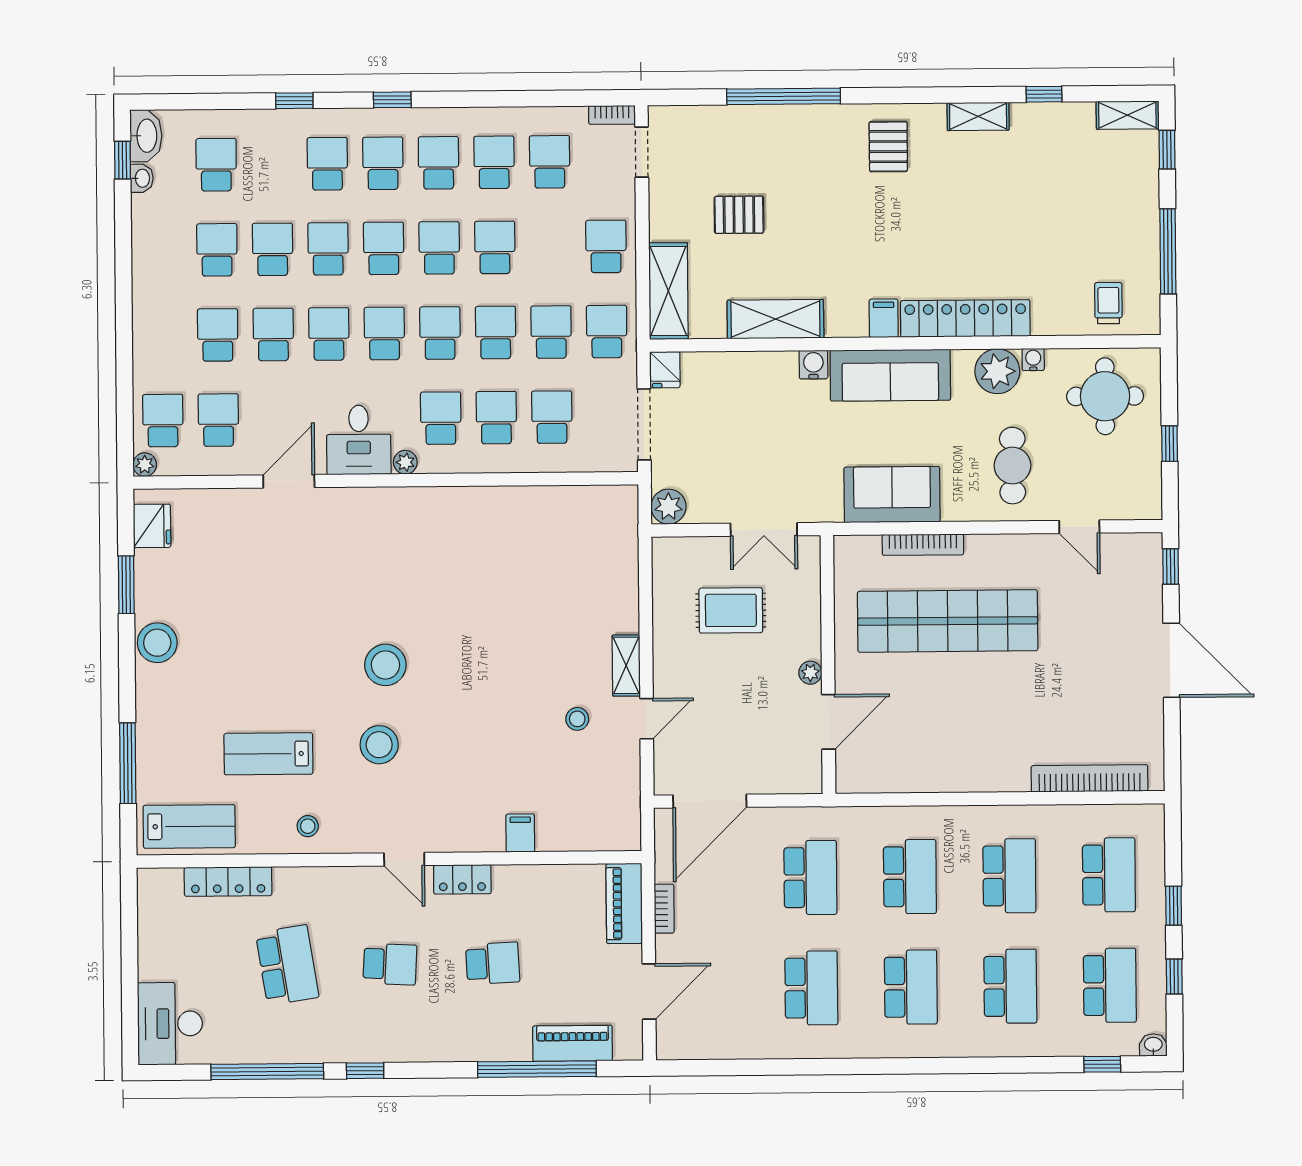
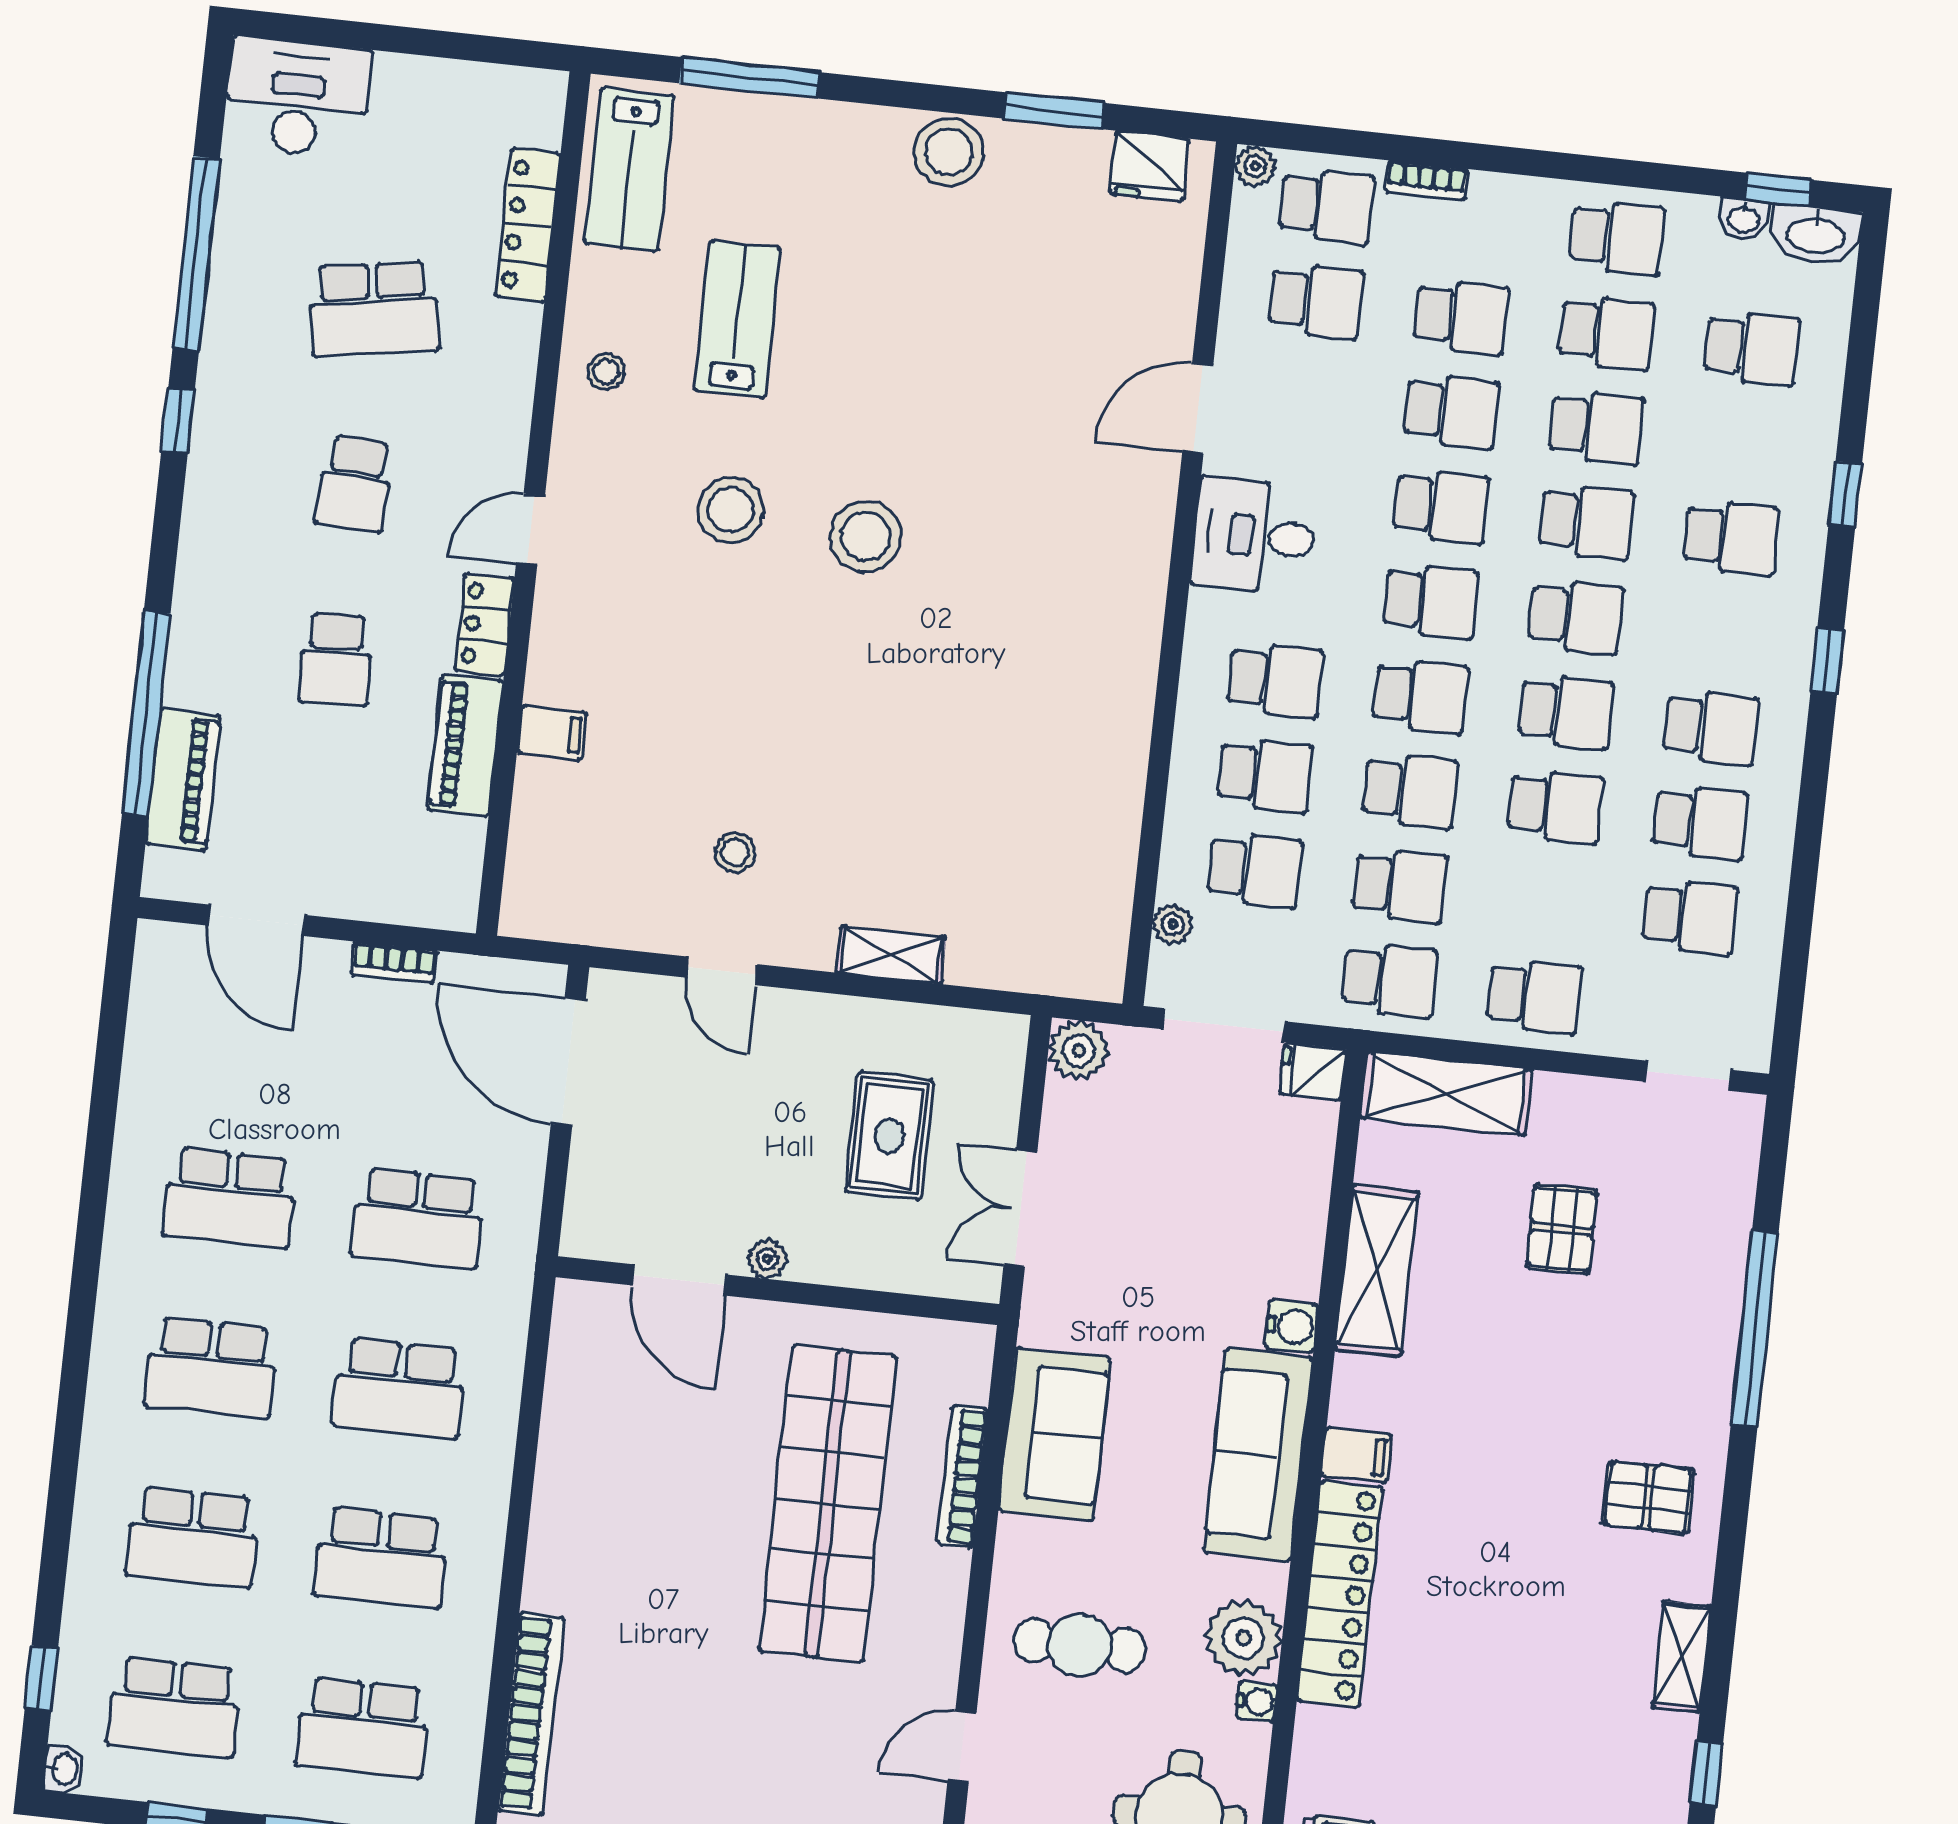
bookcase: (612, 115) -> (1426, 181), moved, turned -90
school desk: (383, 163) -> (1617, 238), moved
plant: (405, 462) -> (1173, 925), moved
door: (289, 481) -> (1198, 409), swing flipped
shelving: (626, 665) -> (891, 955), moved
piano: (624, 904) -> (466, 745), moved, turned -90

